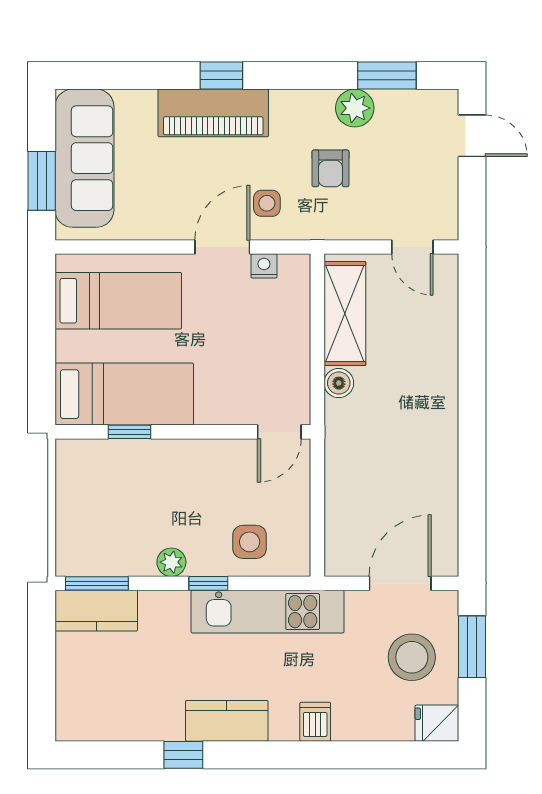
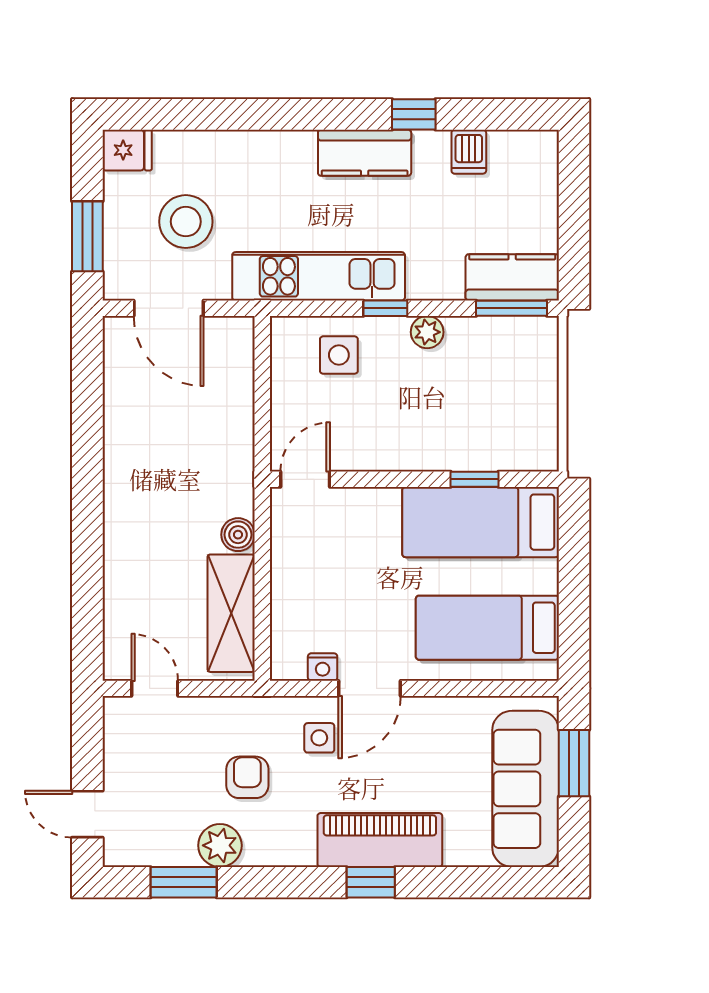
door: (400, 583) -> (169, 308), hinge flipped
stool: (412, 657) -> (186, 222), moved
dishwasher: (315, 722) -> (469, 152), moved

